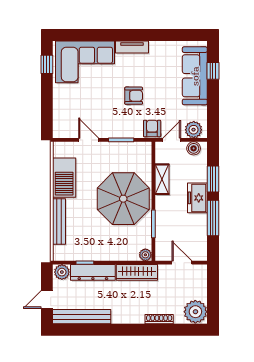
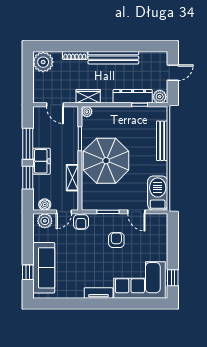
armchair: (134, 96) -> (116, 240), moved, turned 90
barbecue: (64, 178) -> (158, 193), moved
wardrobe: (137, 272) -> (88, 96), width x0.67
bench: (82, 317) -> (113, 58), moved

